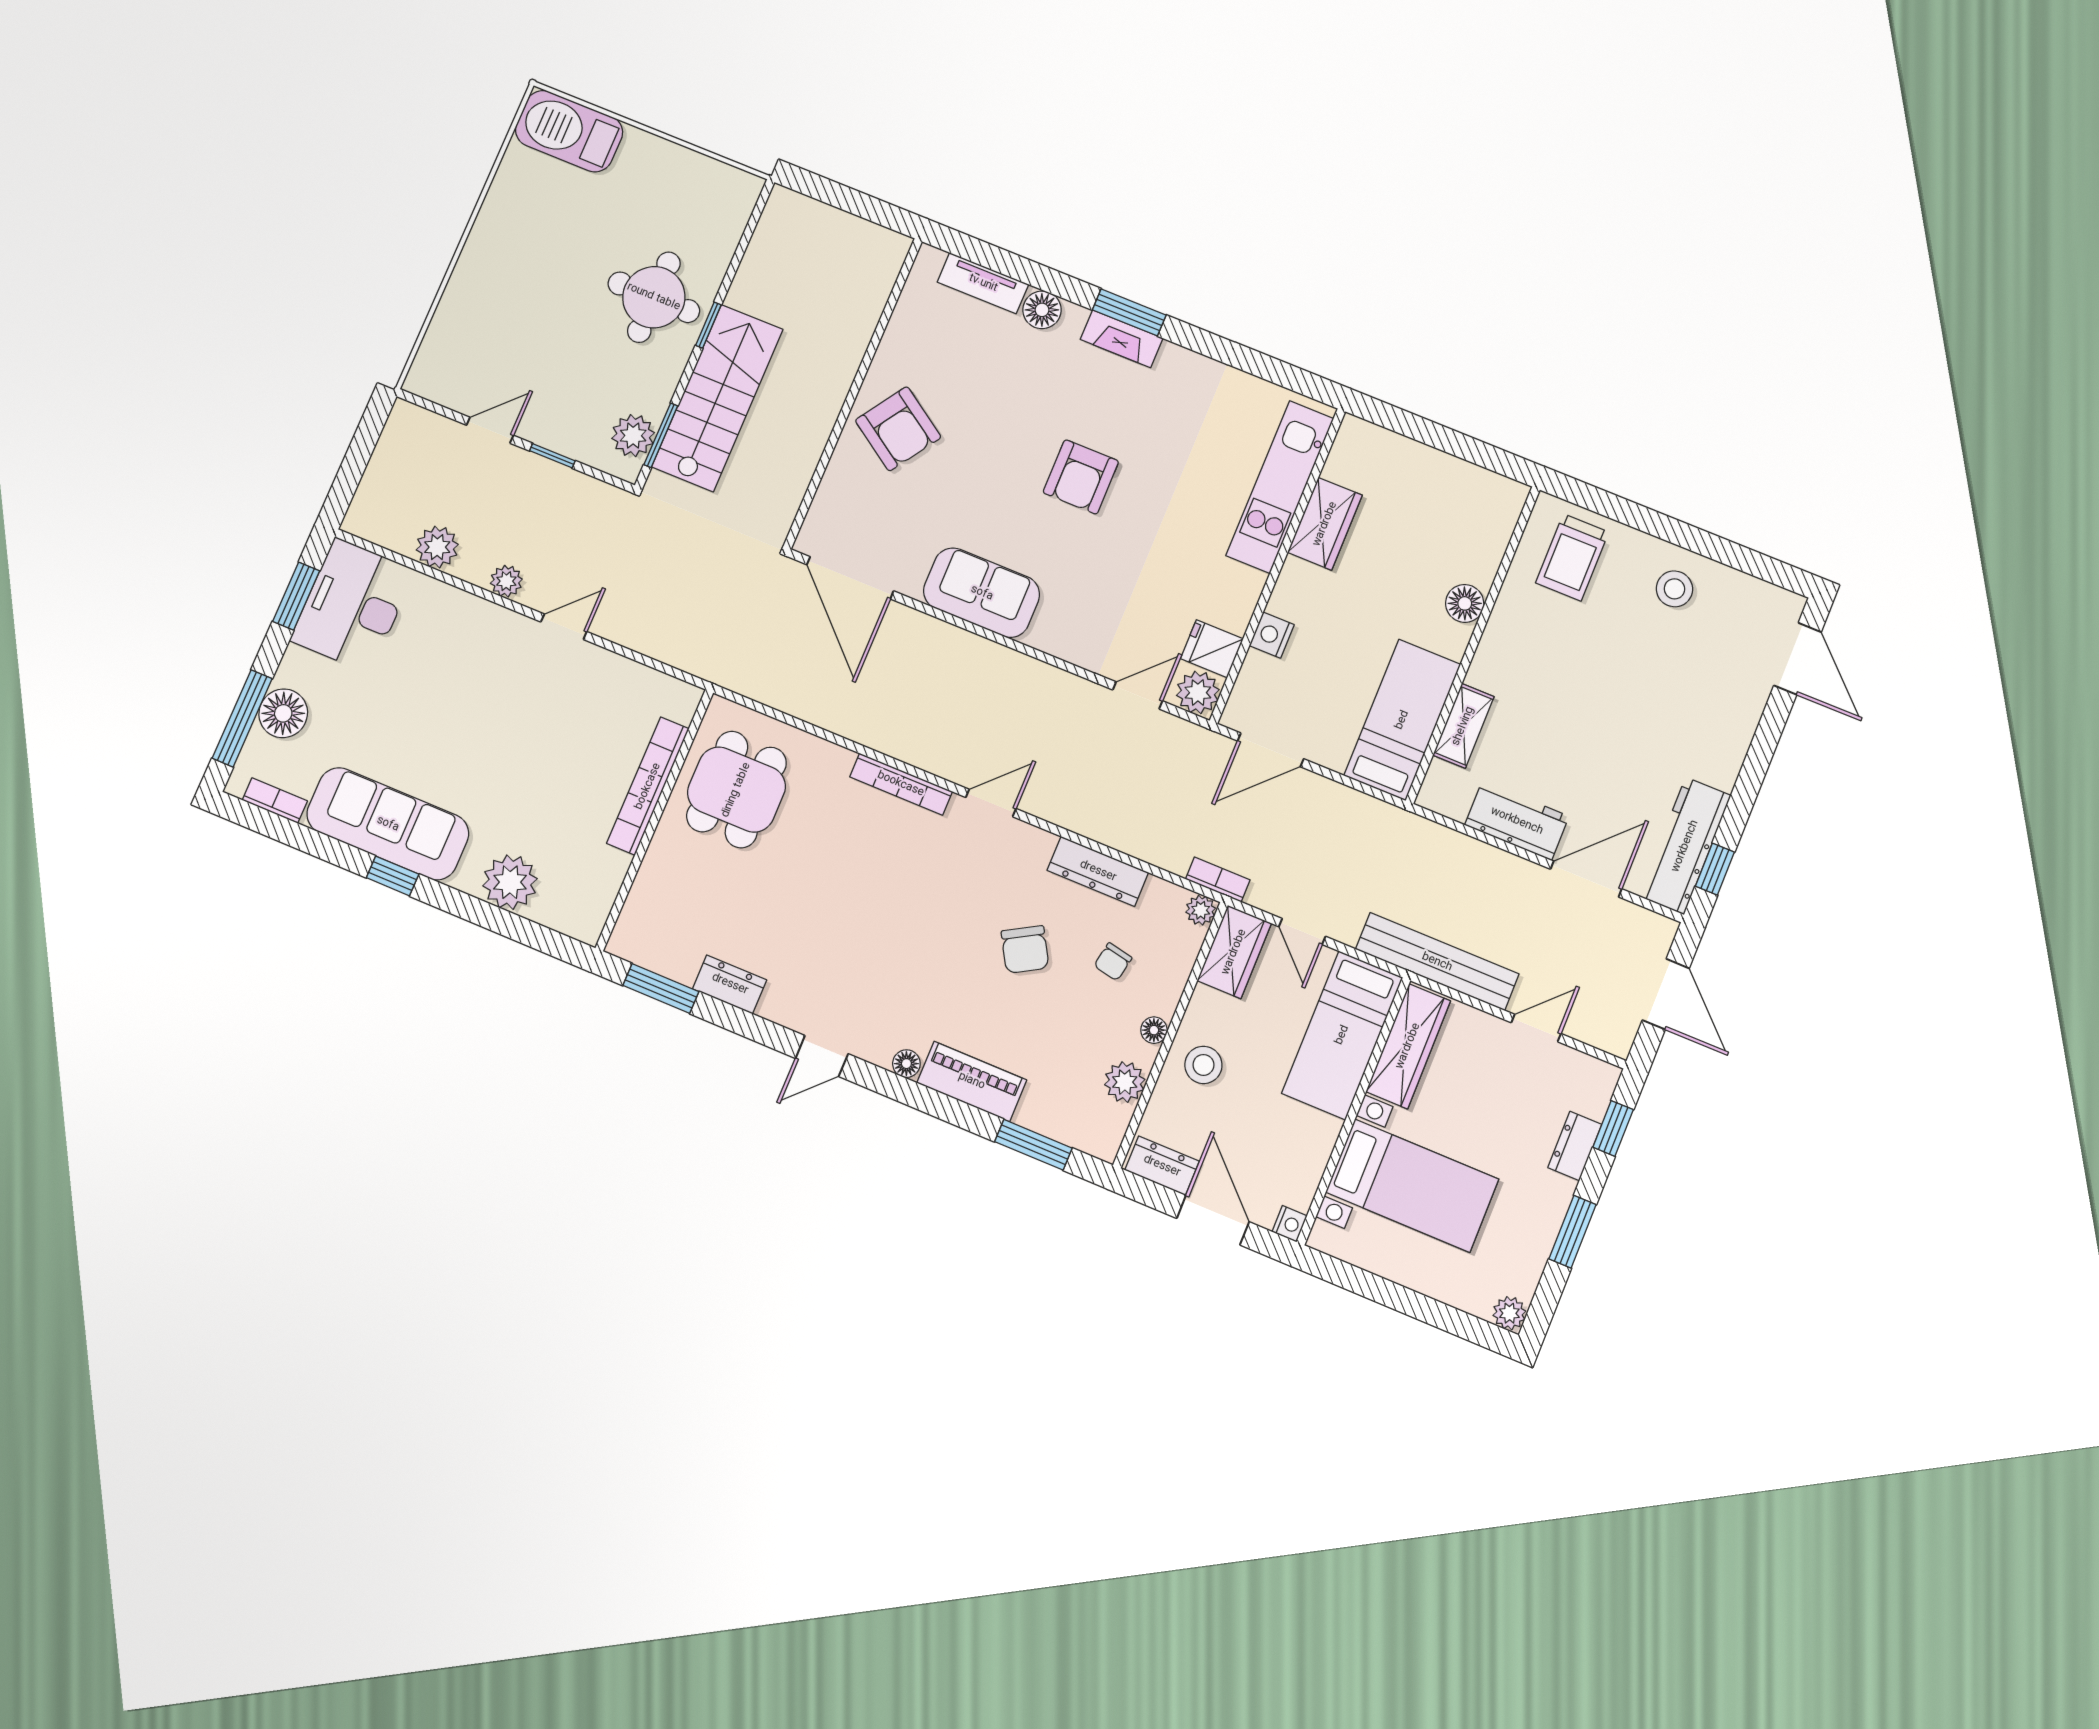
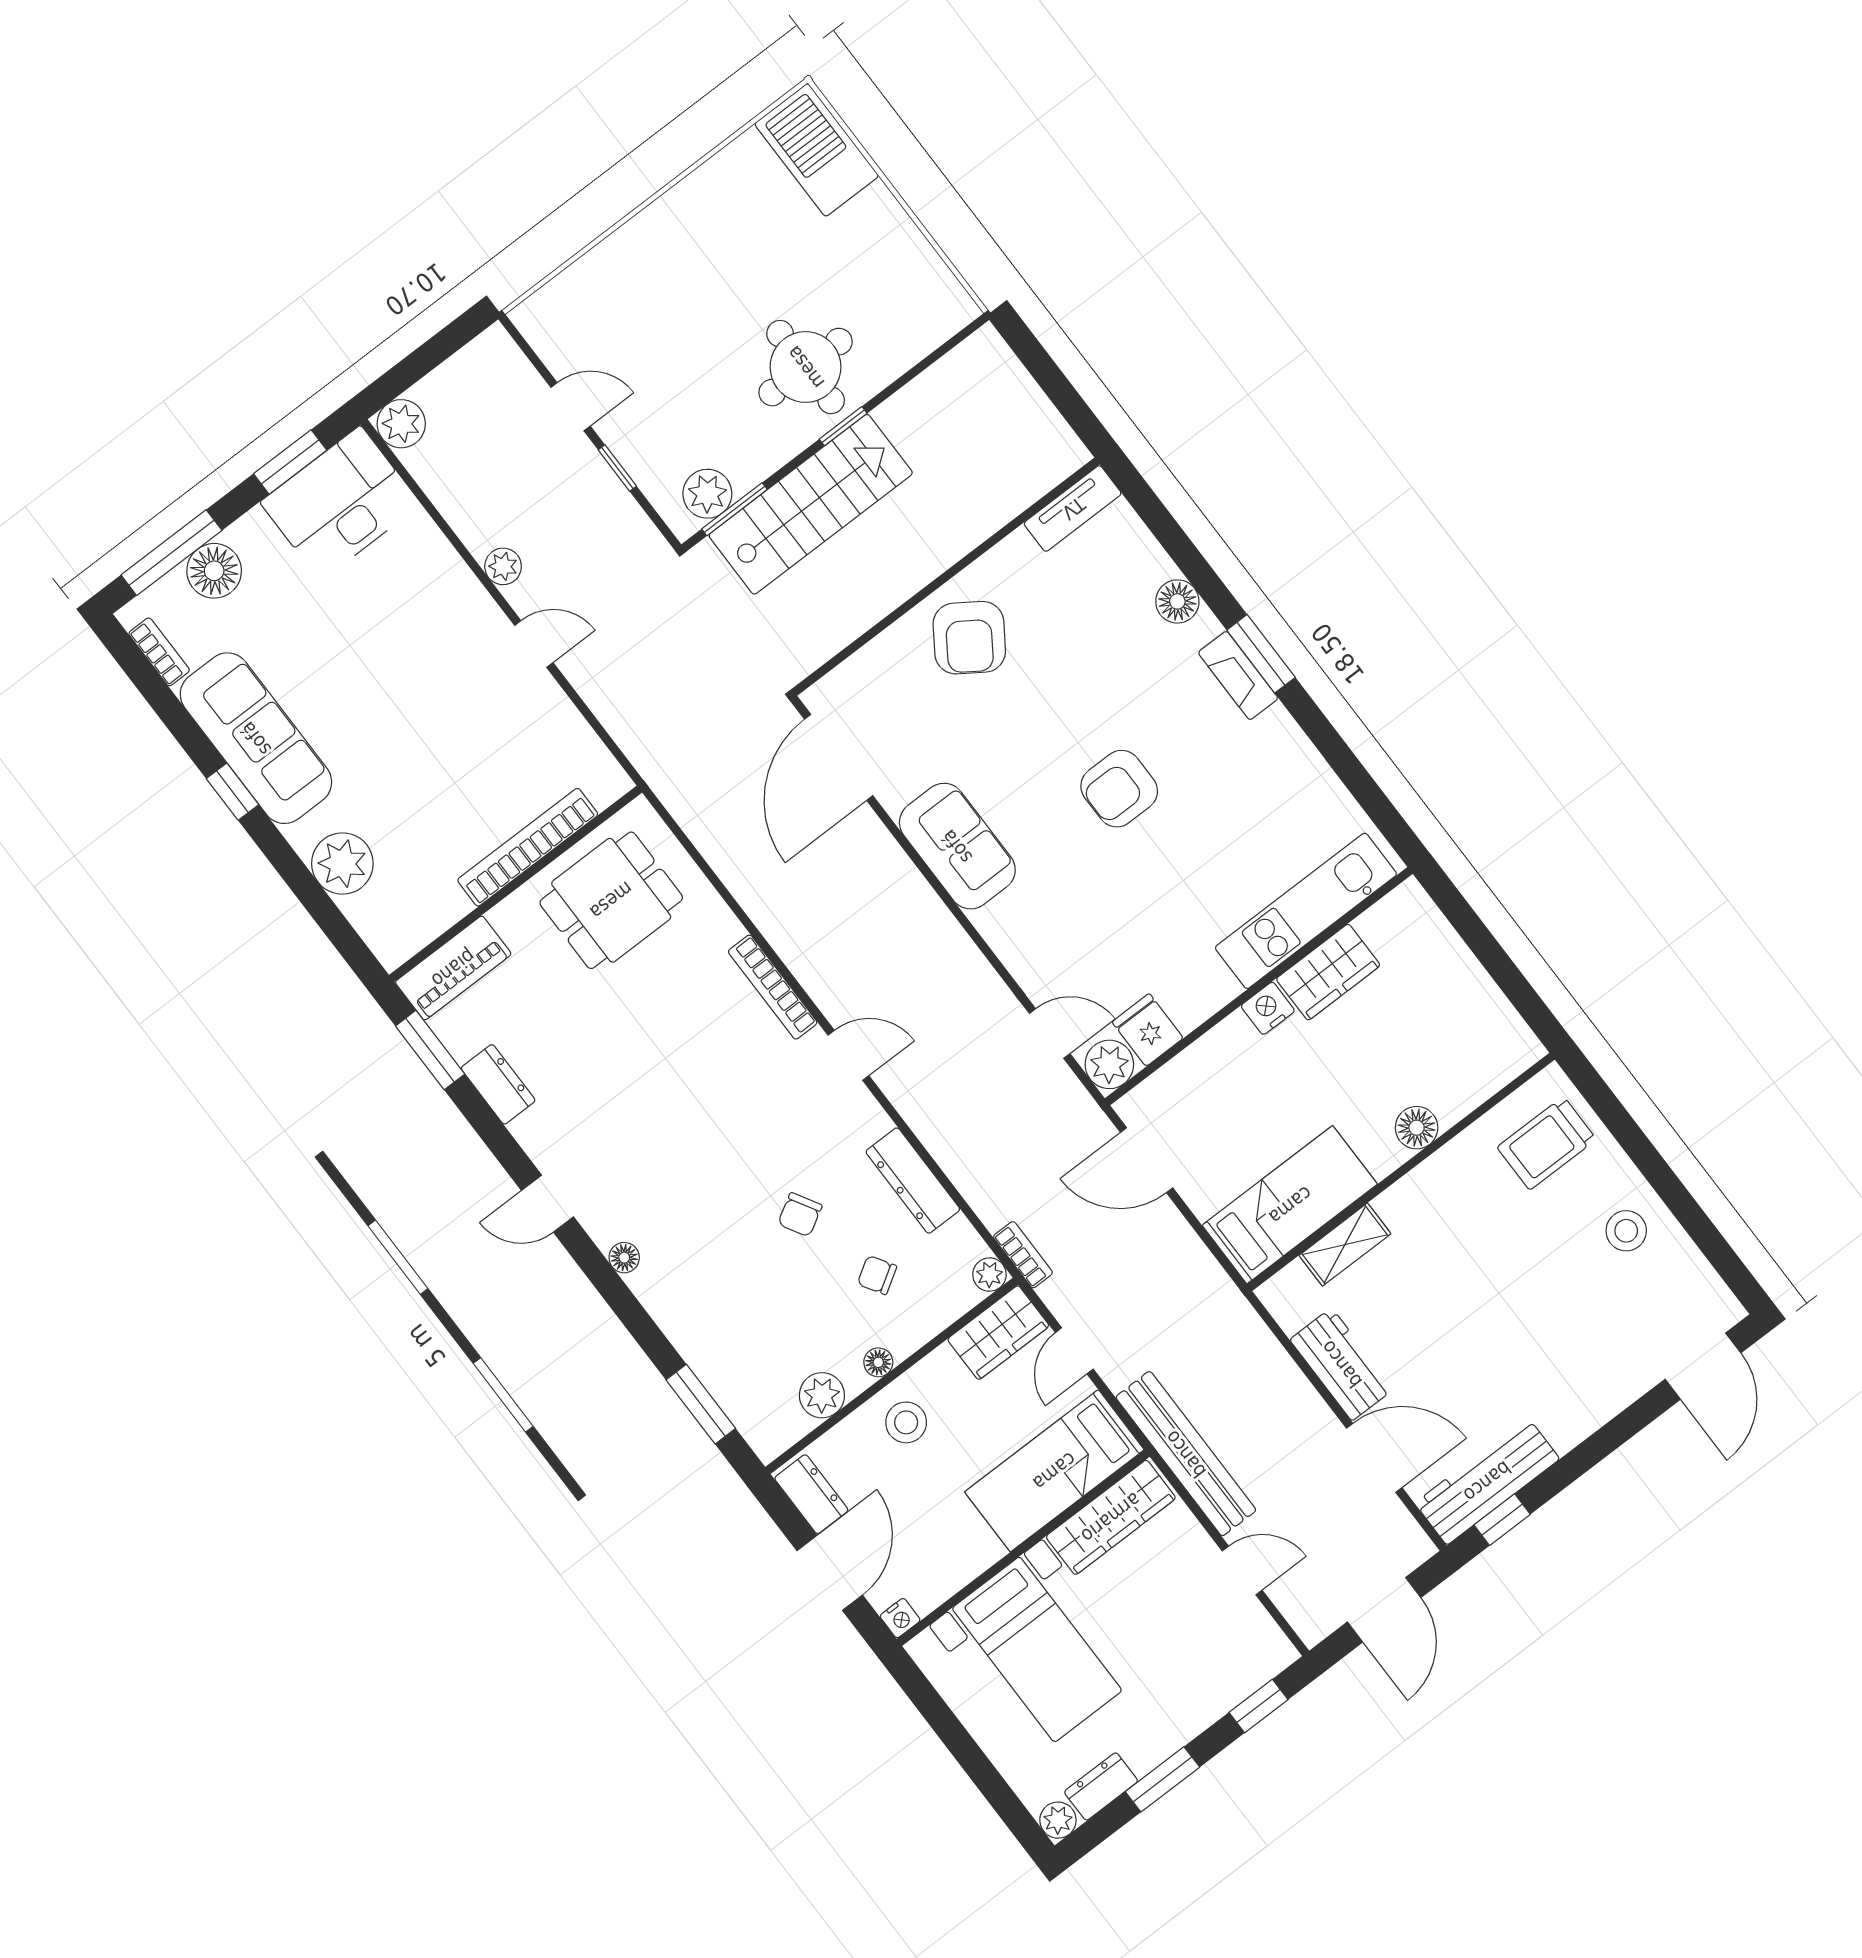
tv unit: (983, 283) -> (1073, 508), moved, turned -90
plant: (437, 547) -> (401, 424), moved
nightstand: (1272, 635) -> (1268, 1008), moved
chair: (1025, 949) -> (800, 1215), width x0.73, depth x0.73
chair: (1113, 962) -> (877, 1275), turned 47
piano: (972, 1081) -> (453, 968), moved, turned 90
dresser: (1575, 1146) -> (1101, 1786), moved

